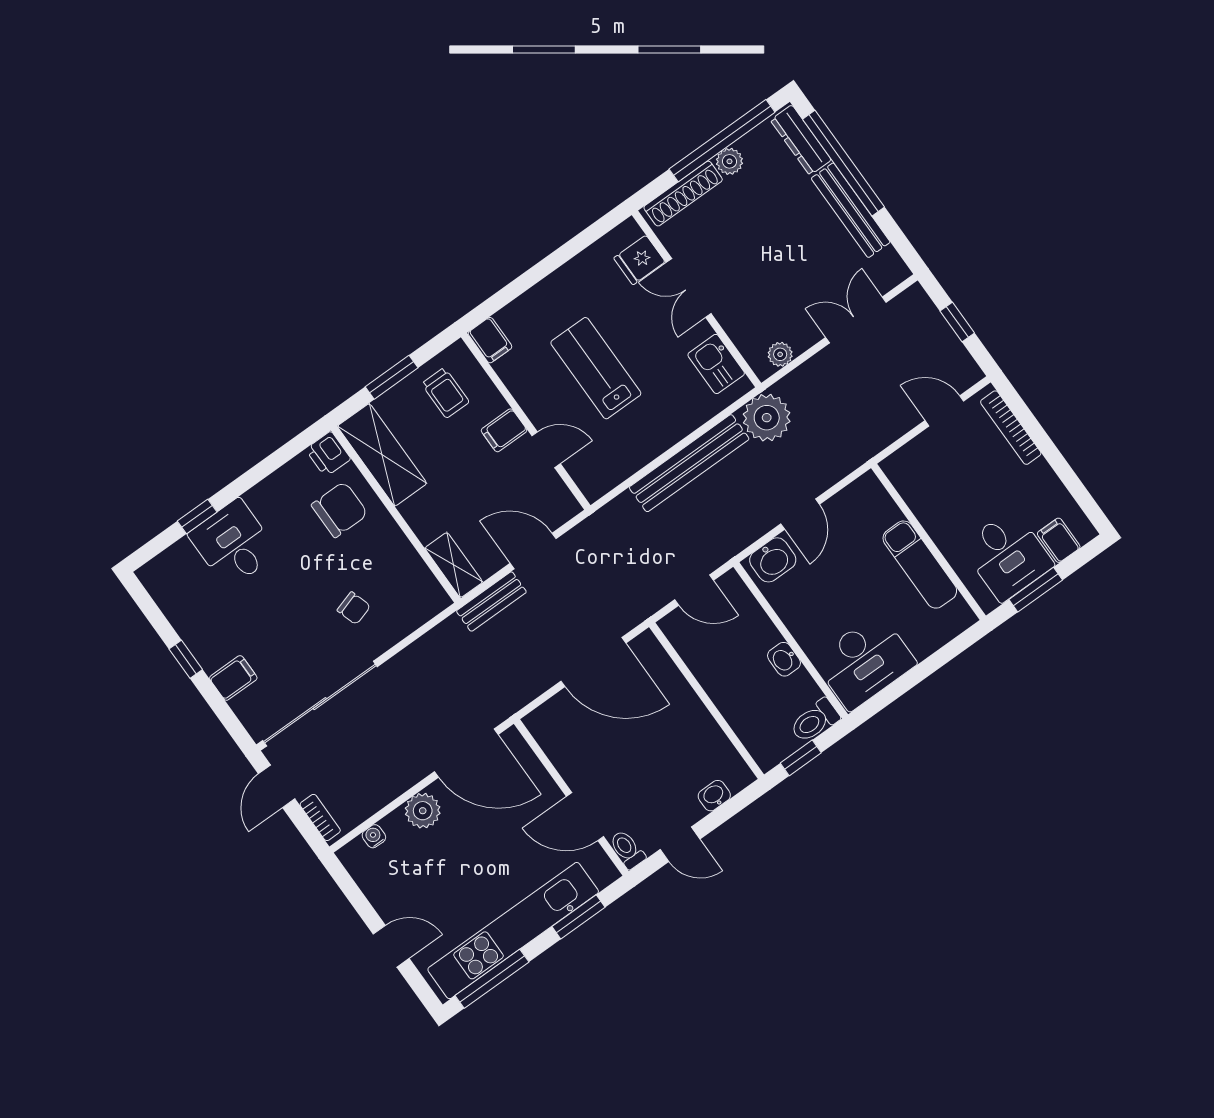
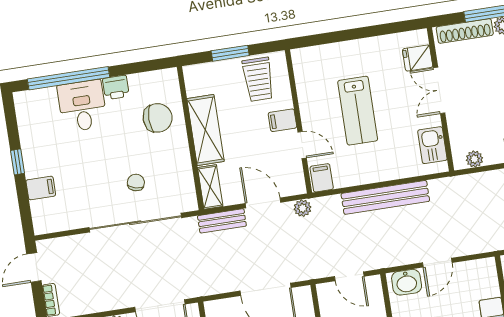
filing cabinet: (490, 340) -> (322, 178), moved, turned 180
lab bench: (596, 368) -> (358, 111), turned 180
trolley: (445, 393) -> (258, 79), width x1.36, depth x1.39
plant: (767, 418) -> (303, 208), moved, width x0.53, depth x0.53
printer: (328, 454) -> (116, 87), moved, turned -90
shelving: (382, 455) -> (205, 130), moved
window: (197, 516) -> (69, 78), width x3.17
chair: (354, 608) -> (136, 182), turned -148
sliding door: (320, 704) -> (135, 223), moved

